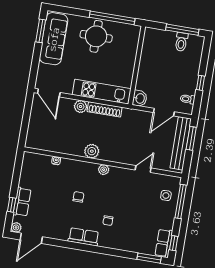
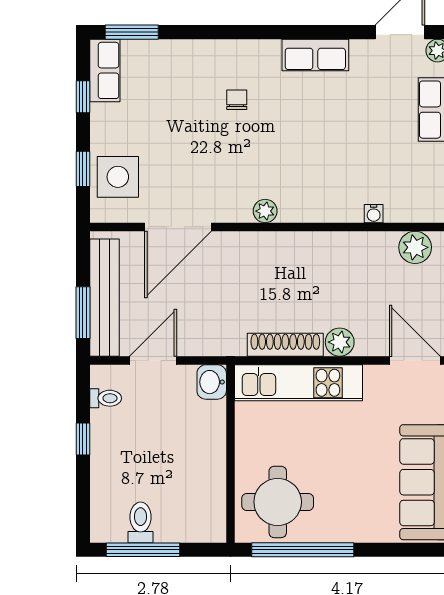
round table: (96, 36) -> (278, 502), moved
plant: (92, 151) -> (415, 247), moved
door: (143, 169) -> (178, 227), width x1.87
side table: (166, 195) -> (118, 177), width x1.87, depth x1.87
chair: (78, 197) -> (311, 141), removed
window: (181, 202) -> (83, 169), width x0.46
row of seats: (84, 237) -> (315, 55), moved
window: (174, 243) -> (83, 97), moved

